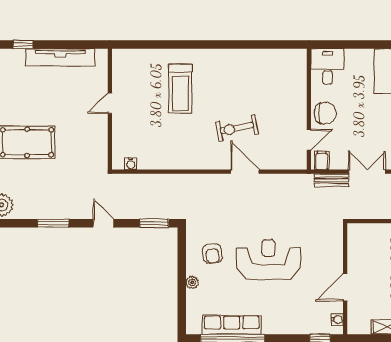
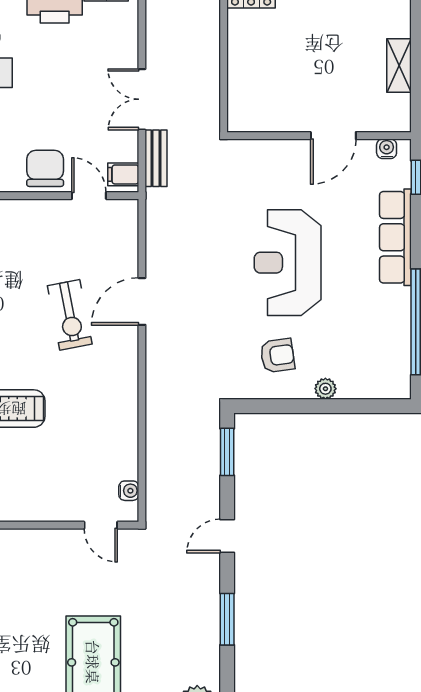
door: (110, 103) -> (101, 525), moved
door: (345, 287) -> (333, 136), hinge flipped
row of seats: (232, 325) -> (395, 237), moved

